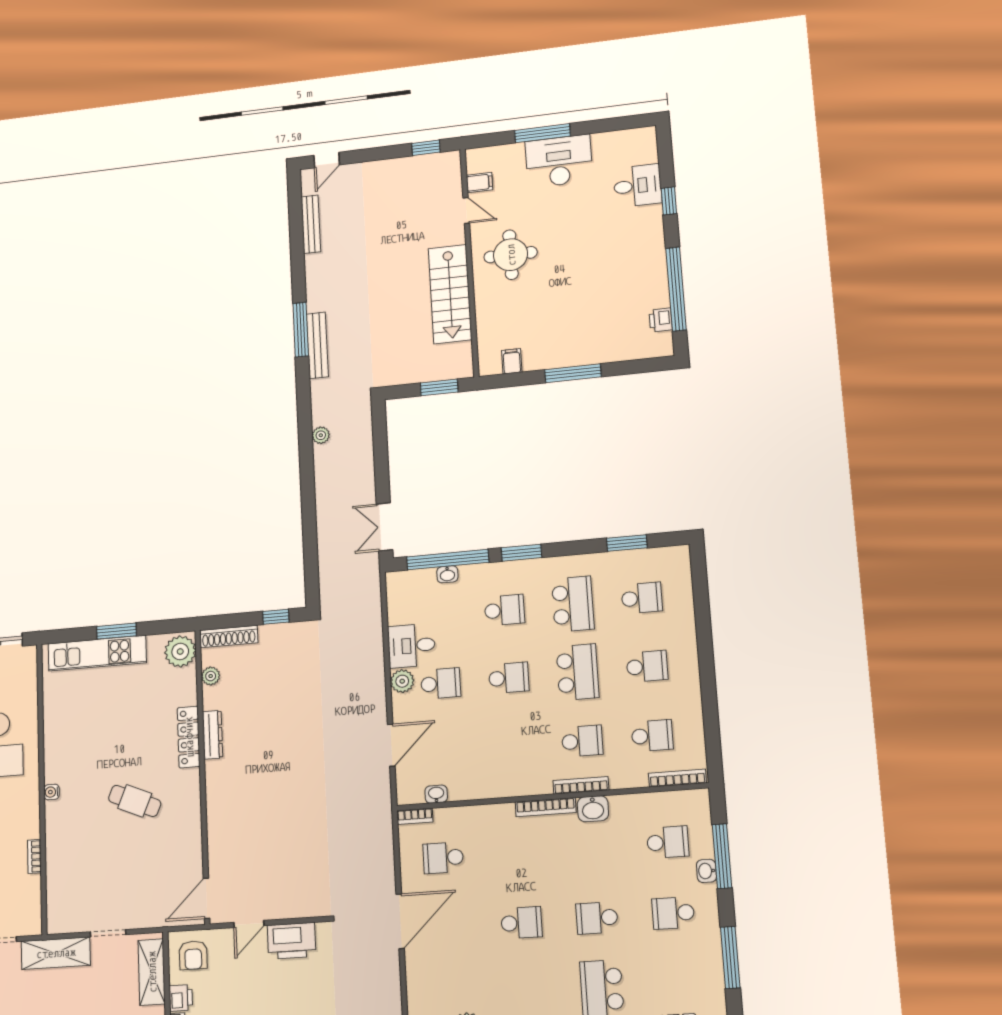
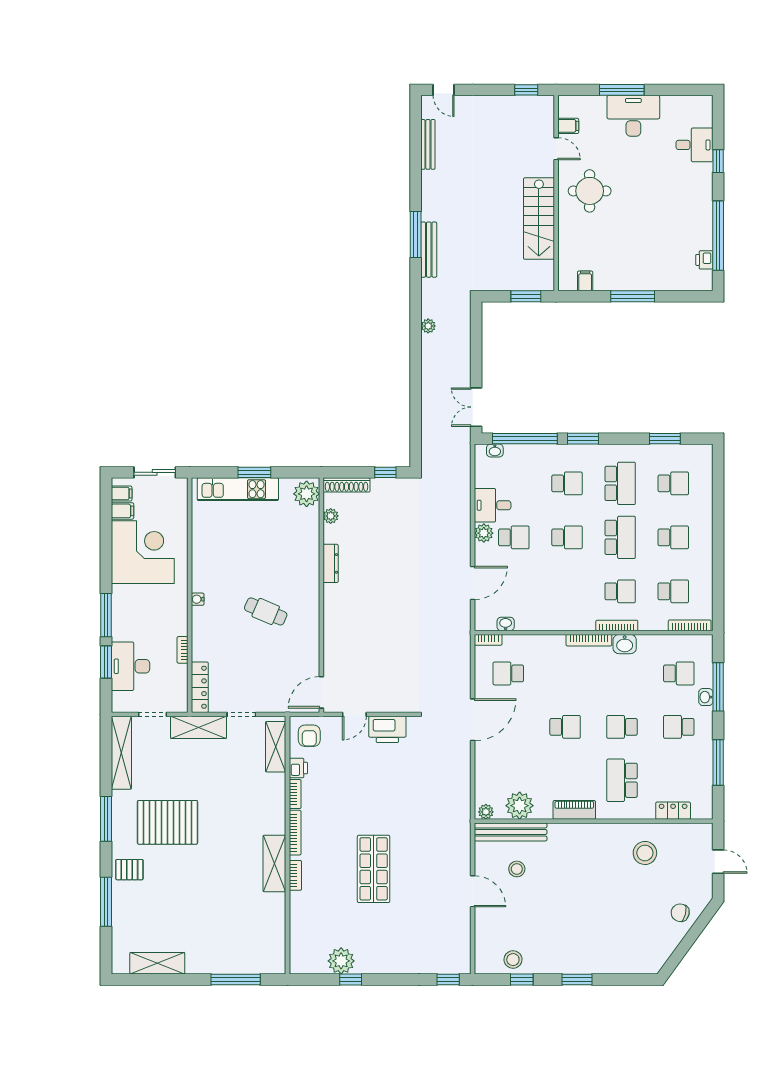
door: (327, 160) -> (444, 90), hinge flipped
washbasin: (447, 574) -> (495, 451), moved
locker: (189, 737) -> (200, 687), moved, turned 180

